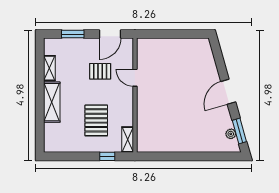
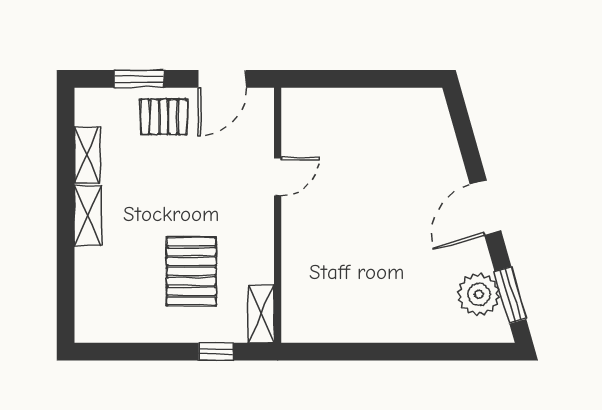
pallet: (100, 71) -> (164, 117), moved
door: (135, 78) -> (278, 176), swing flipped
shelving: (52, 102) -> (88, 216), width x0.67, depth x0.75
plant: (231, 134) -> (479, 294), width x1.88, depth x1.88

